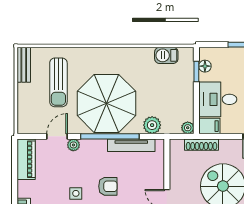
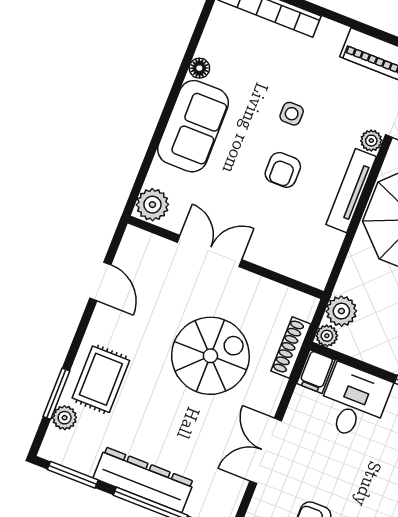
plant: (152, 125) -> (341, 311), moved
window: (110, 136) -> (362, 205), removed
tv unit: (131, 145) -> (351, 191), moved

